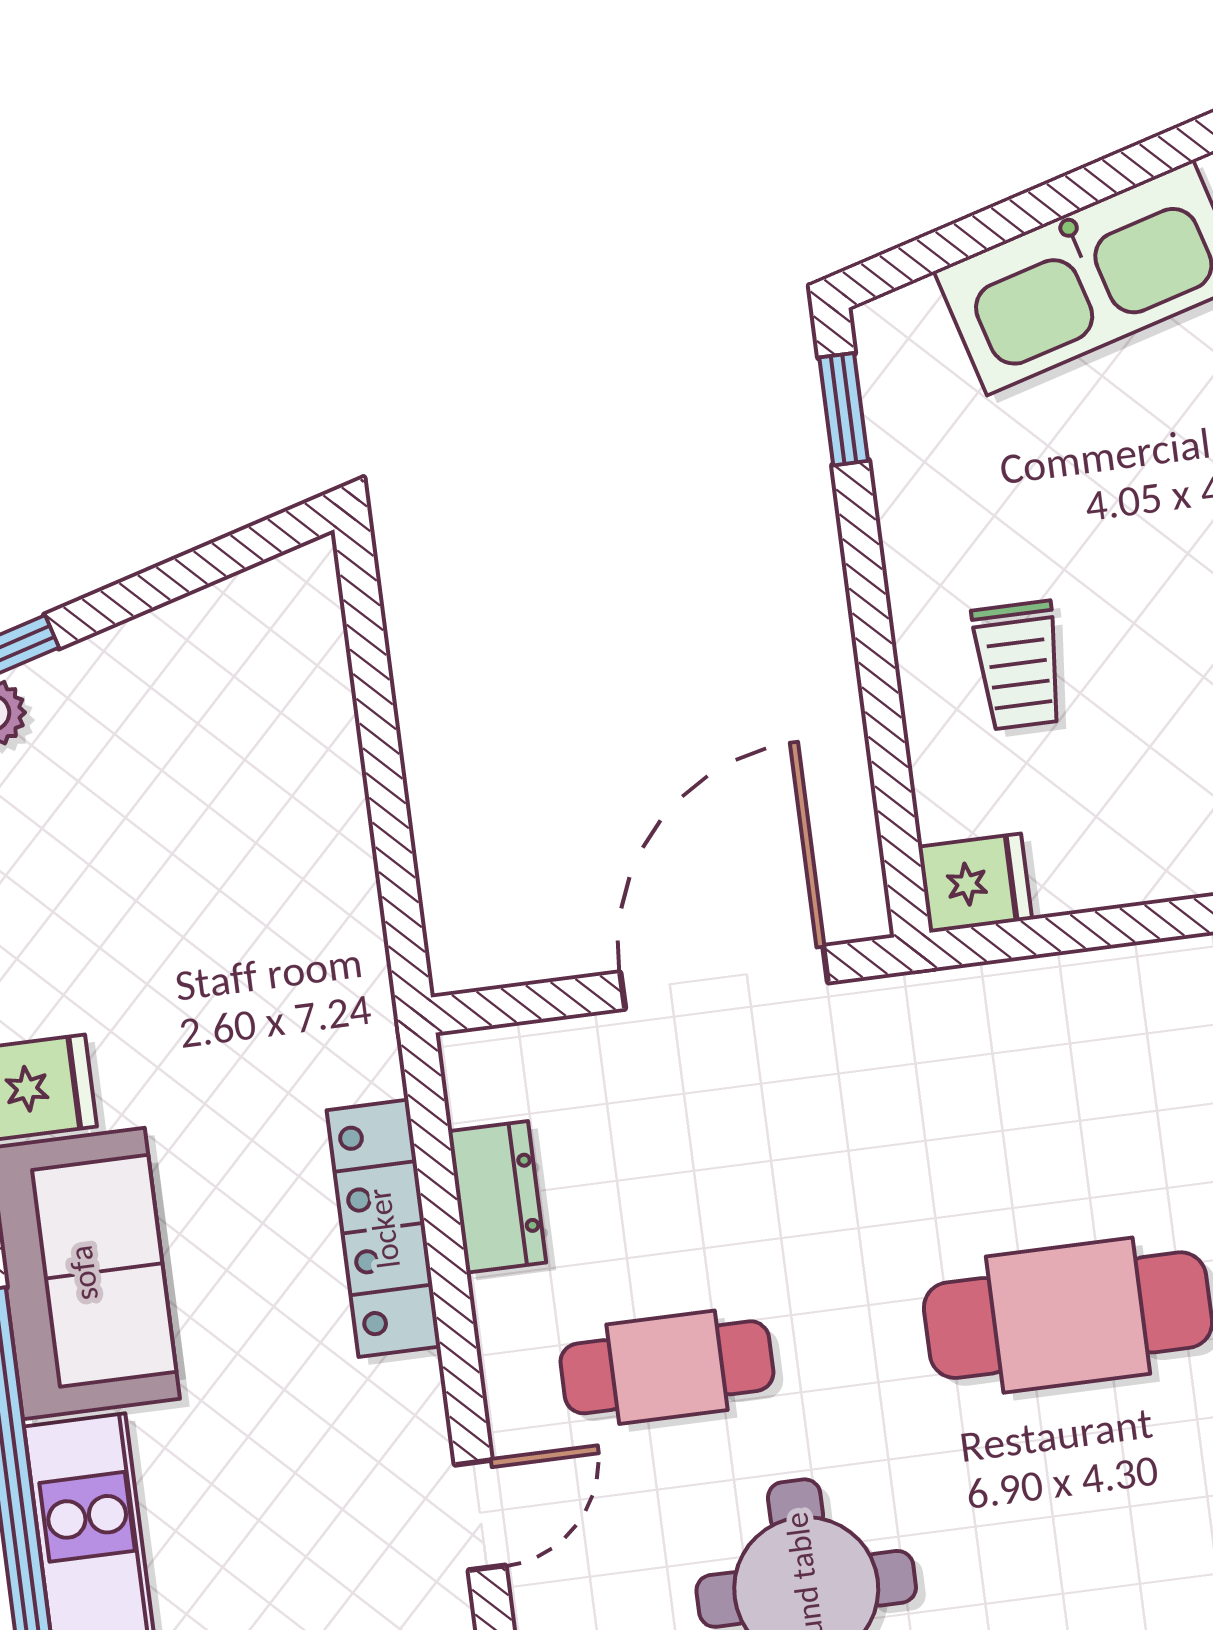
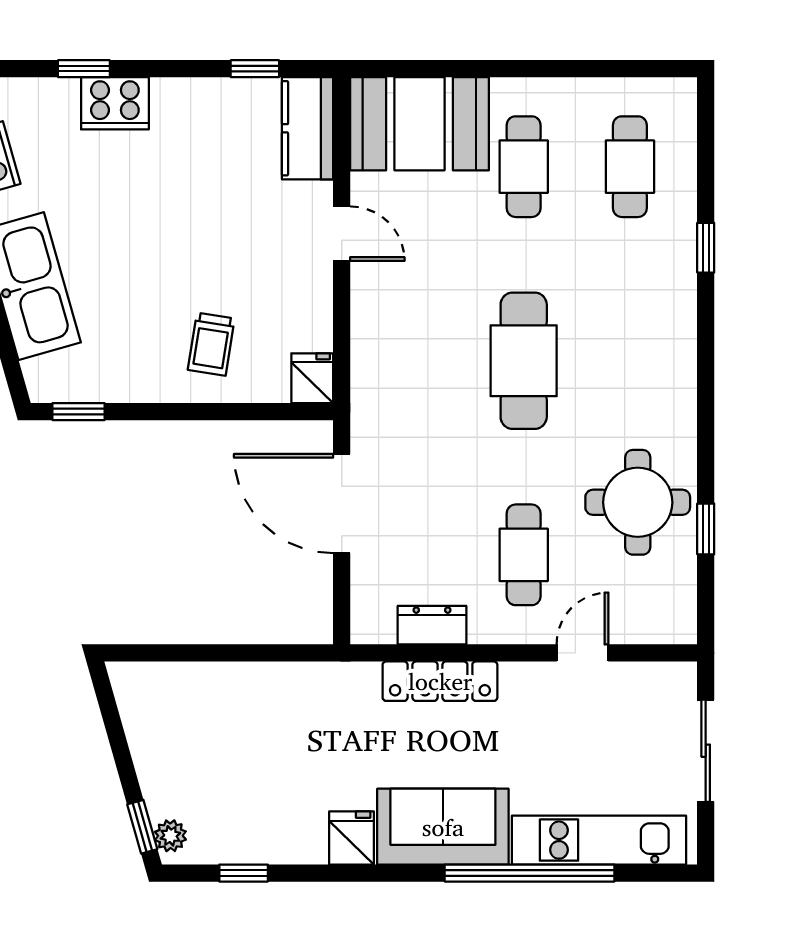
trolley: (1018, 665) -> (211, 344), turned 99
door: (480, 1515) -> (582, 653), hinge flipped

